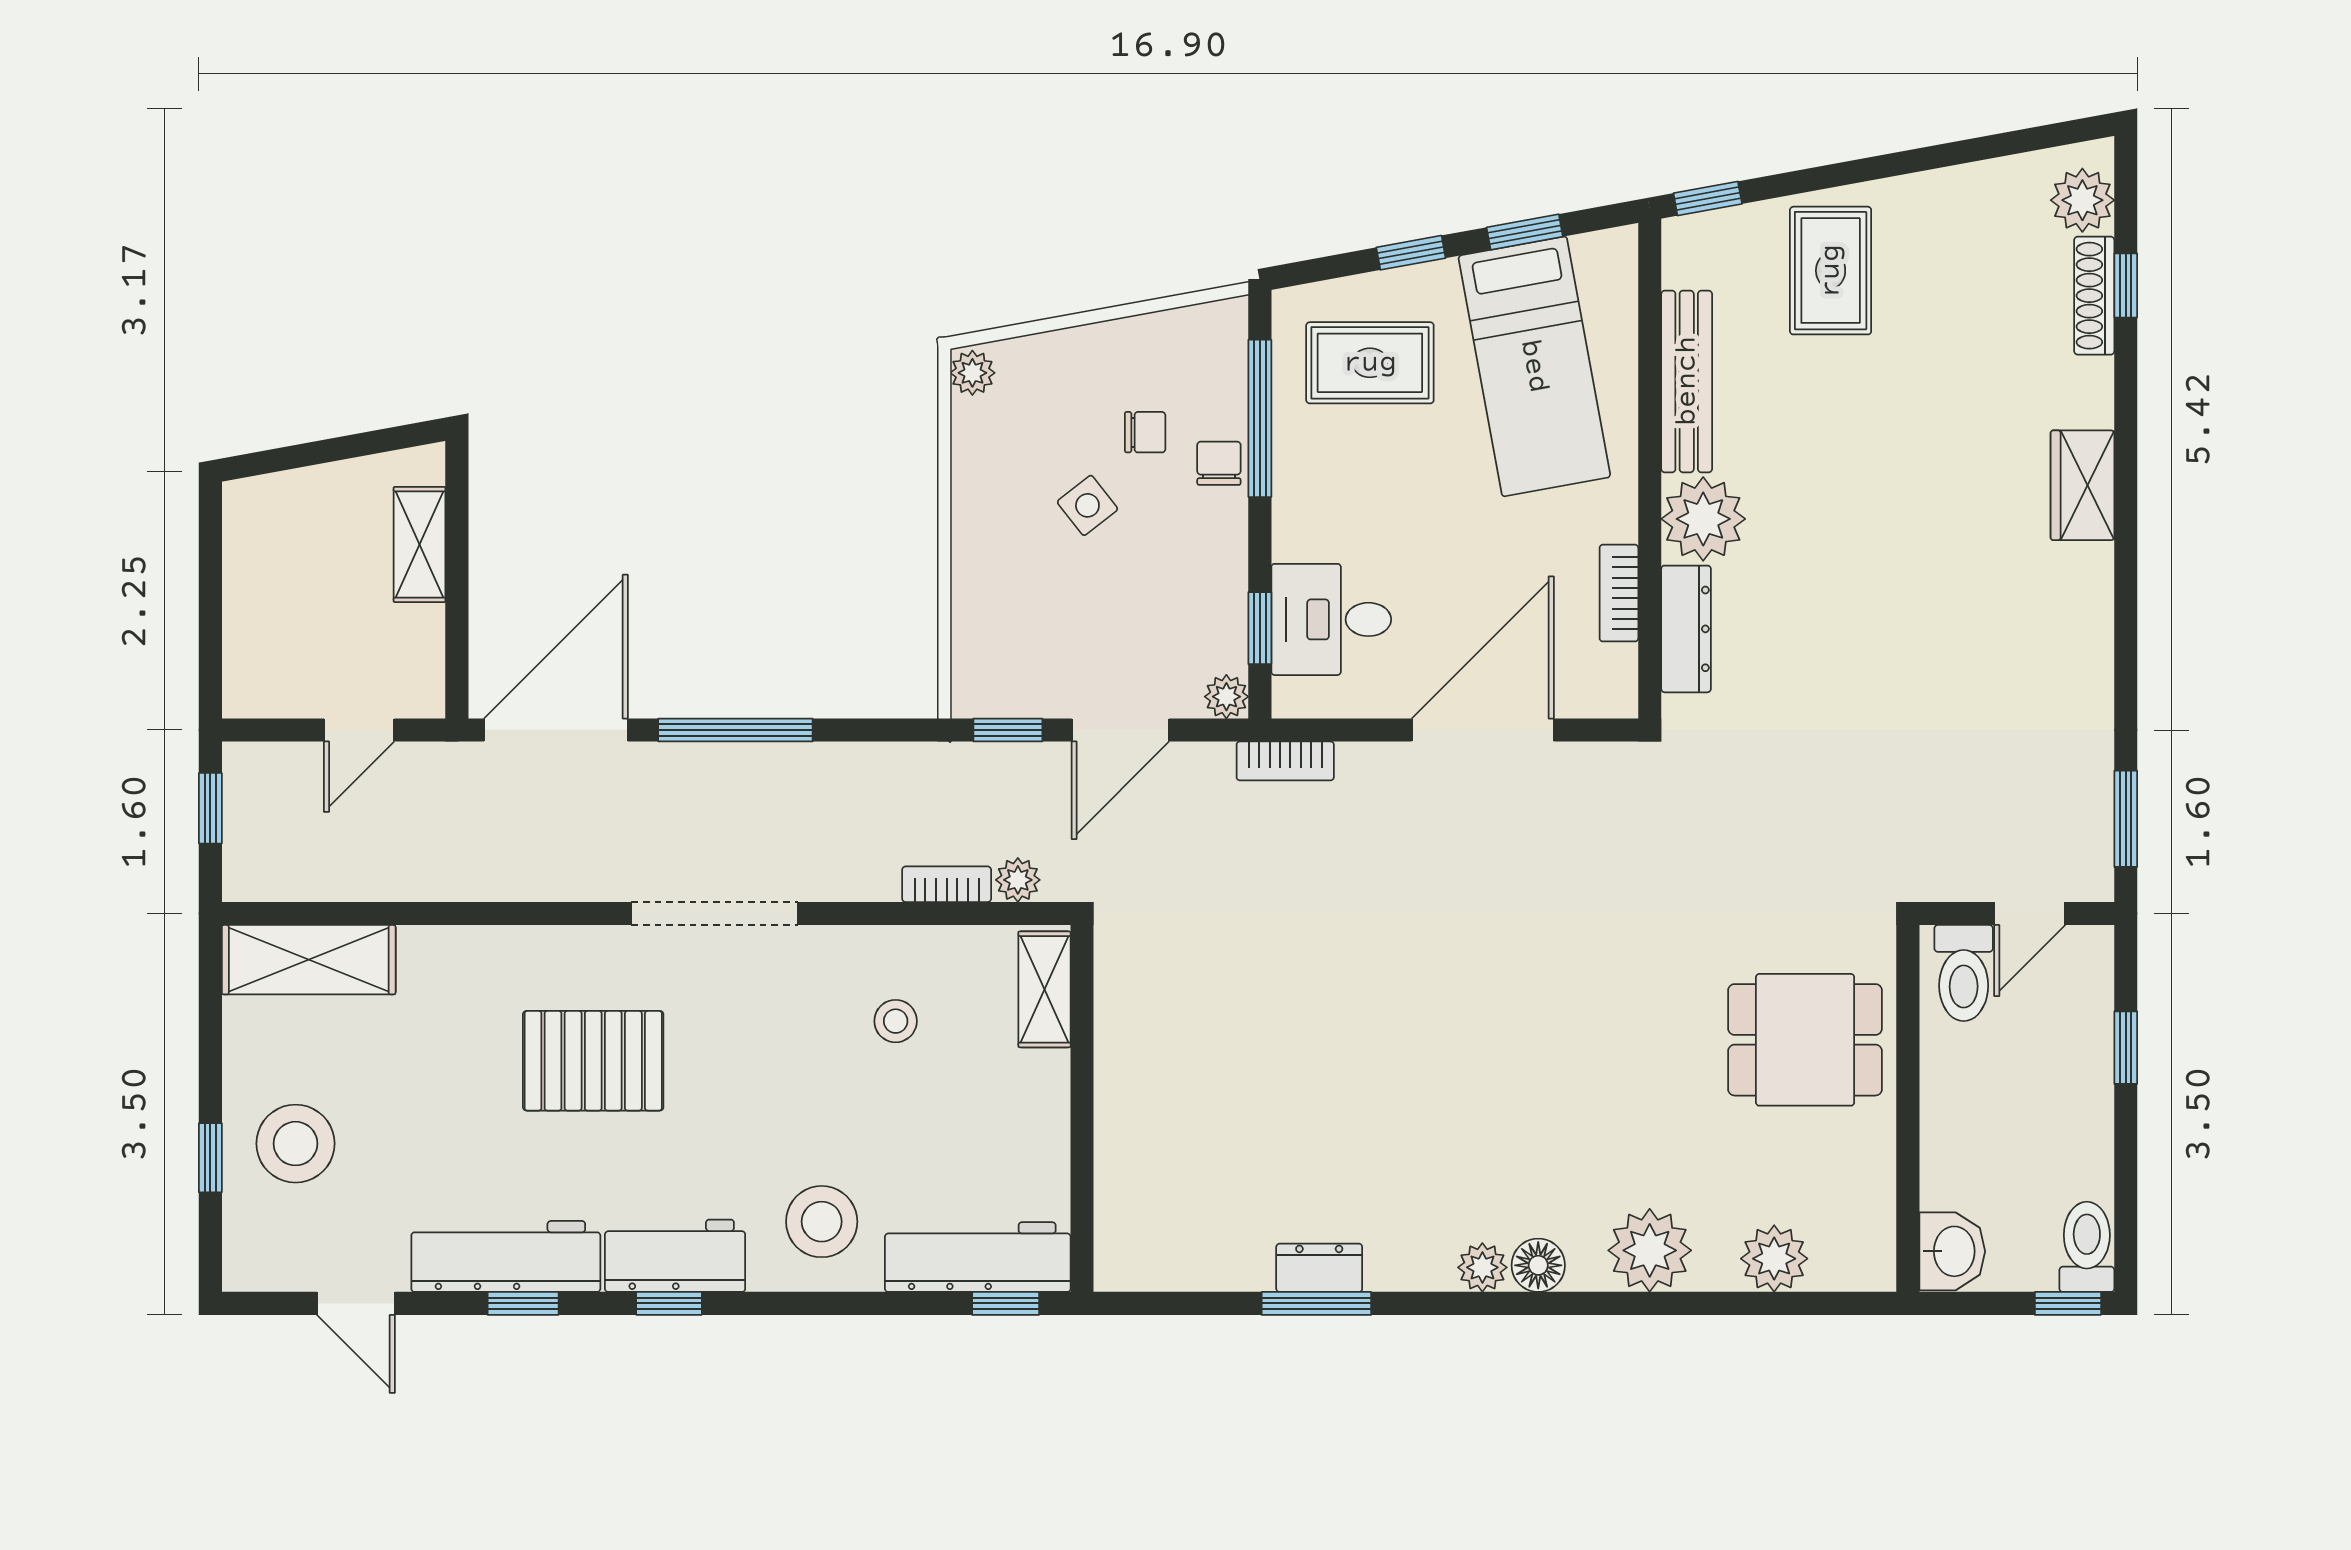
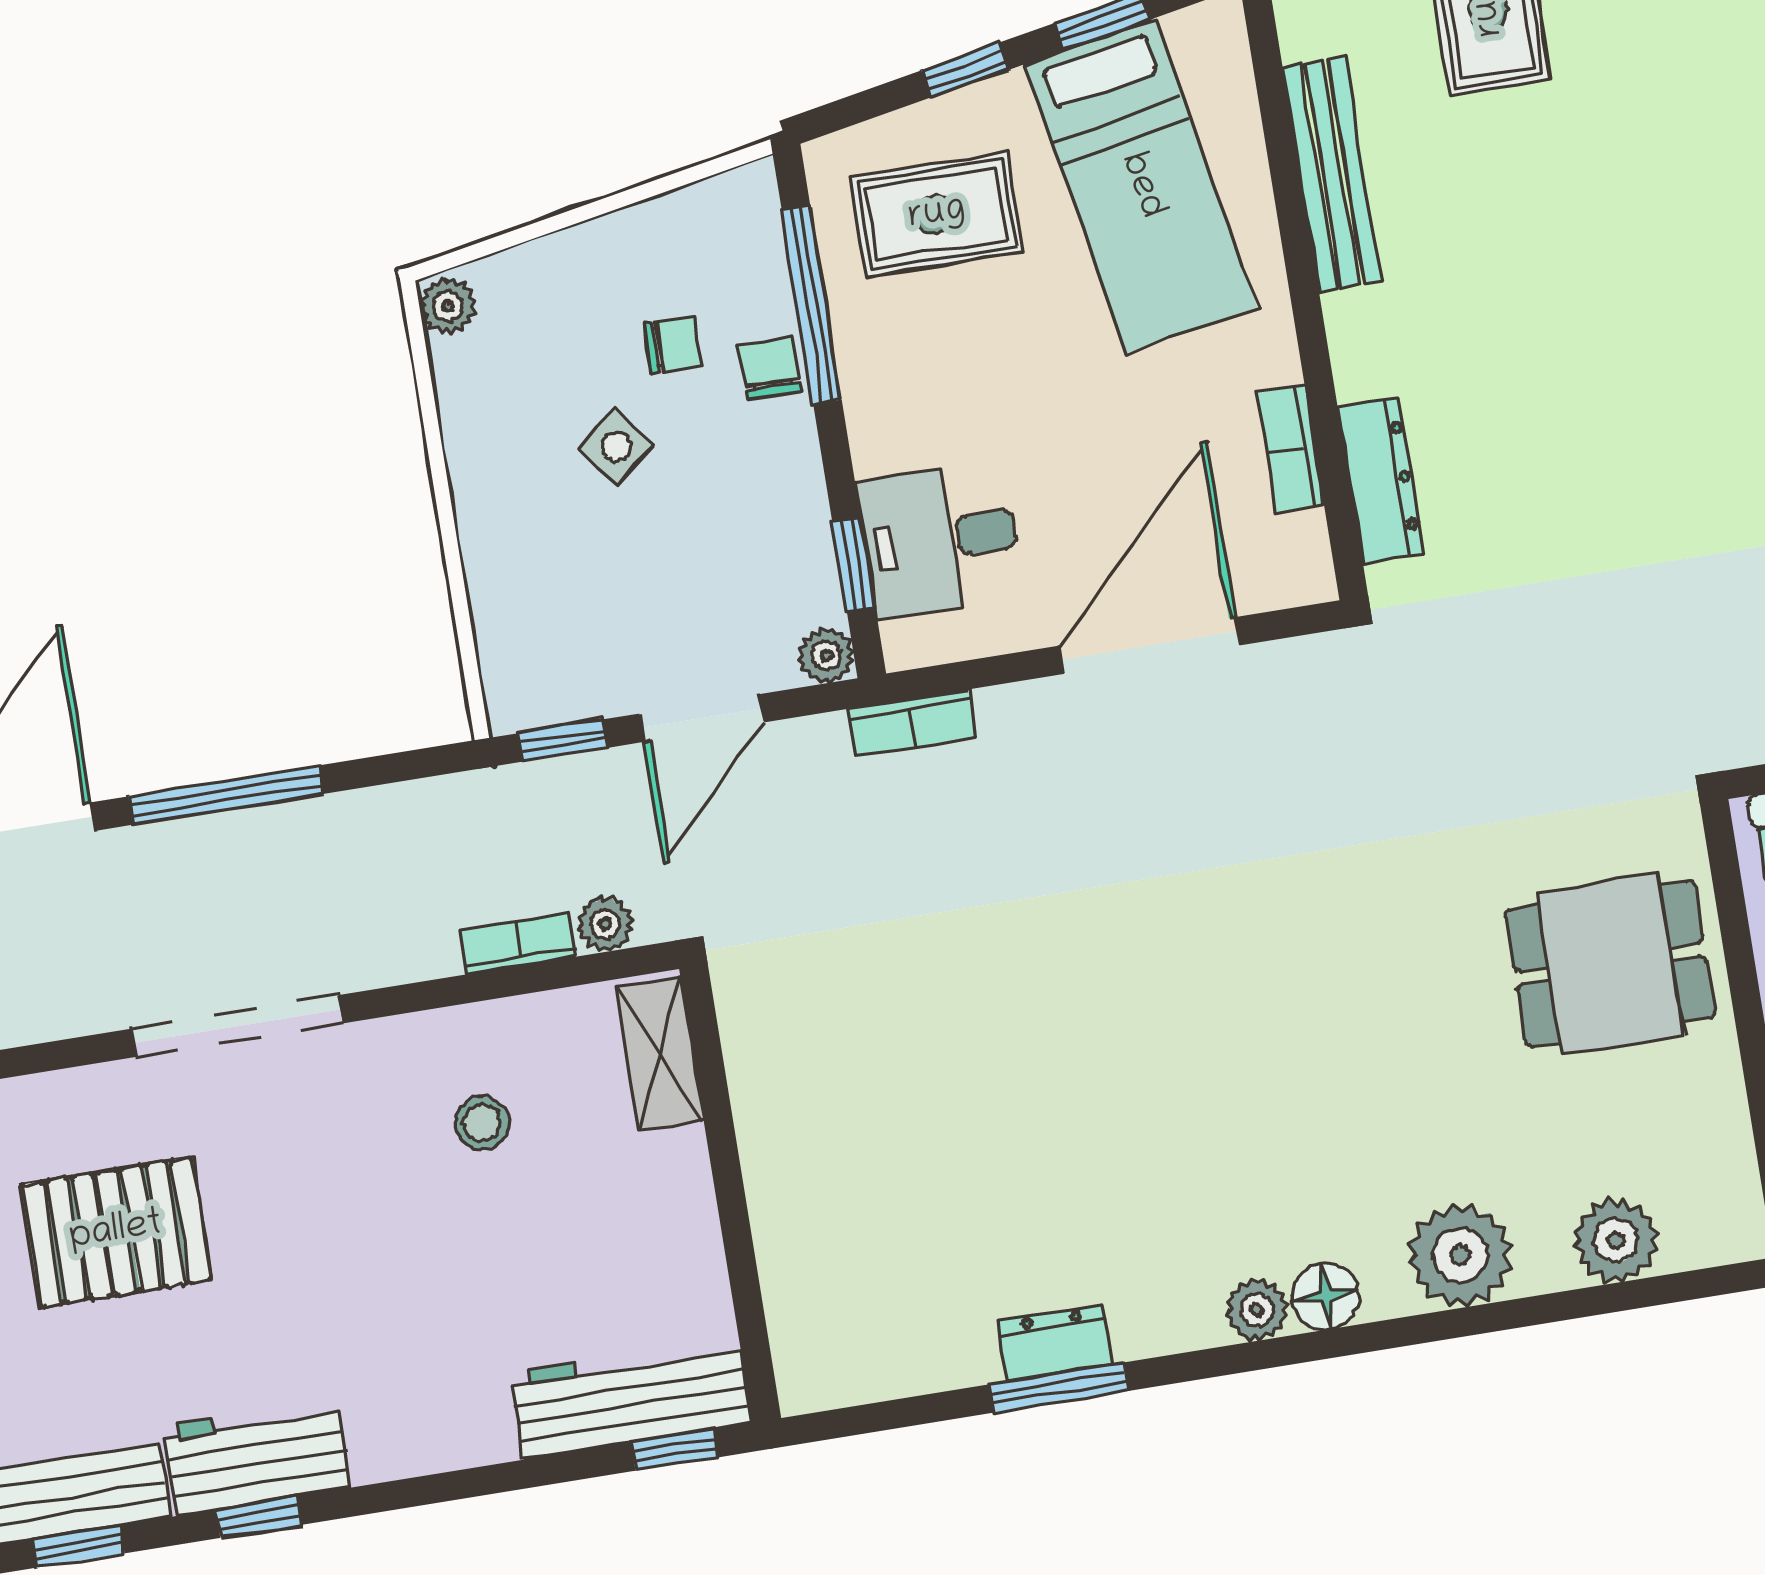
plant: (1703, 519) -> (1380, 340), removed
stool: (822, 1222) -> (431, 1385), removed

